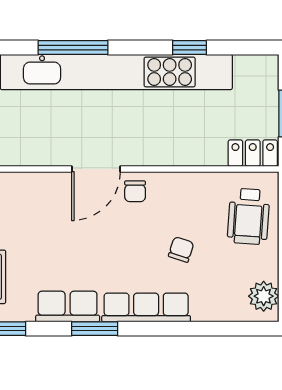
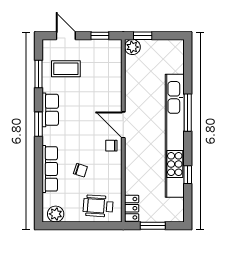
row of seats: (146, 307) -> (50, 169), moved

